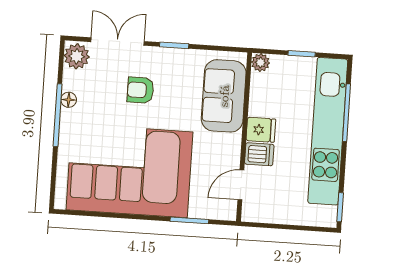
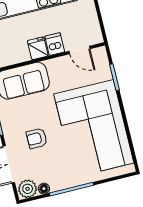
armchair: (140, 90) -> (37, 138), turned 90
floor lamp: (69, 100) -> (44, 189), moved

